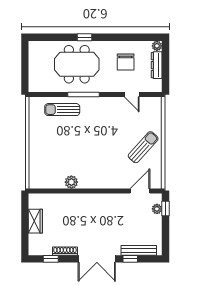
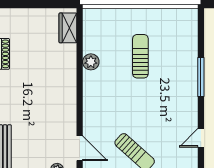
sun lounger: (62, 110) -> (140, 56), moved
wardrobe: (35, 221) -> (68, 28), moved, turned 90

